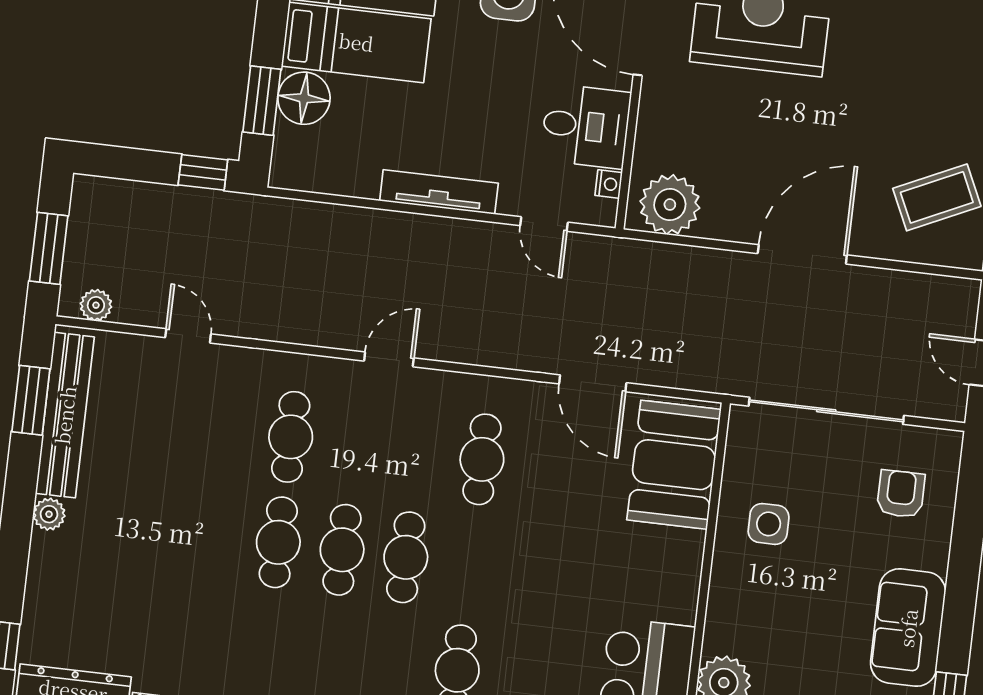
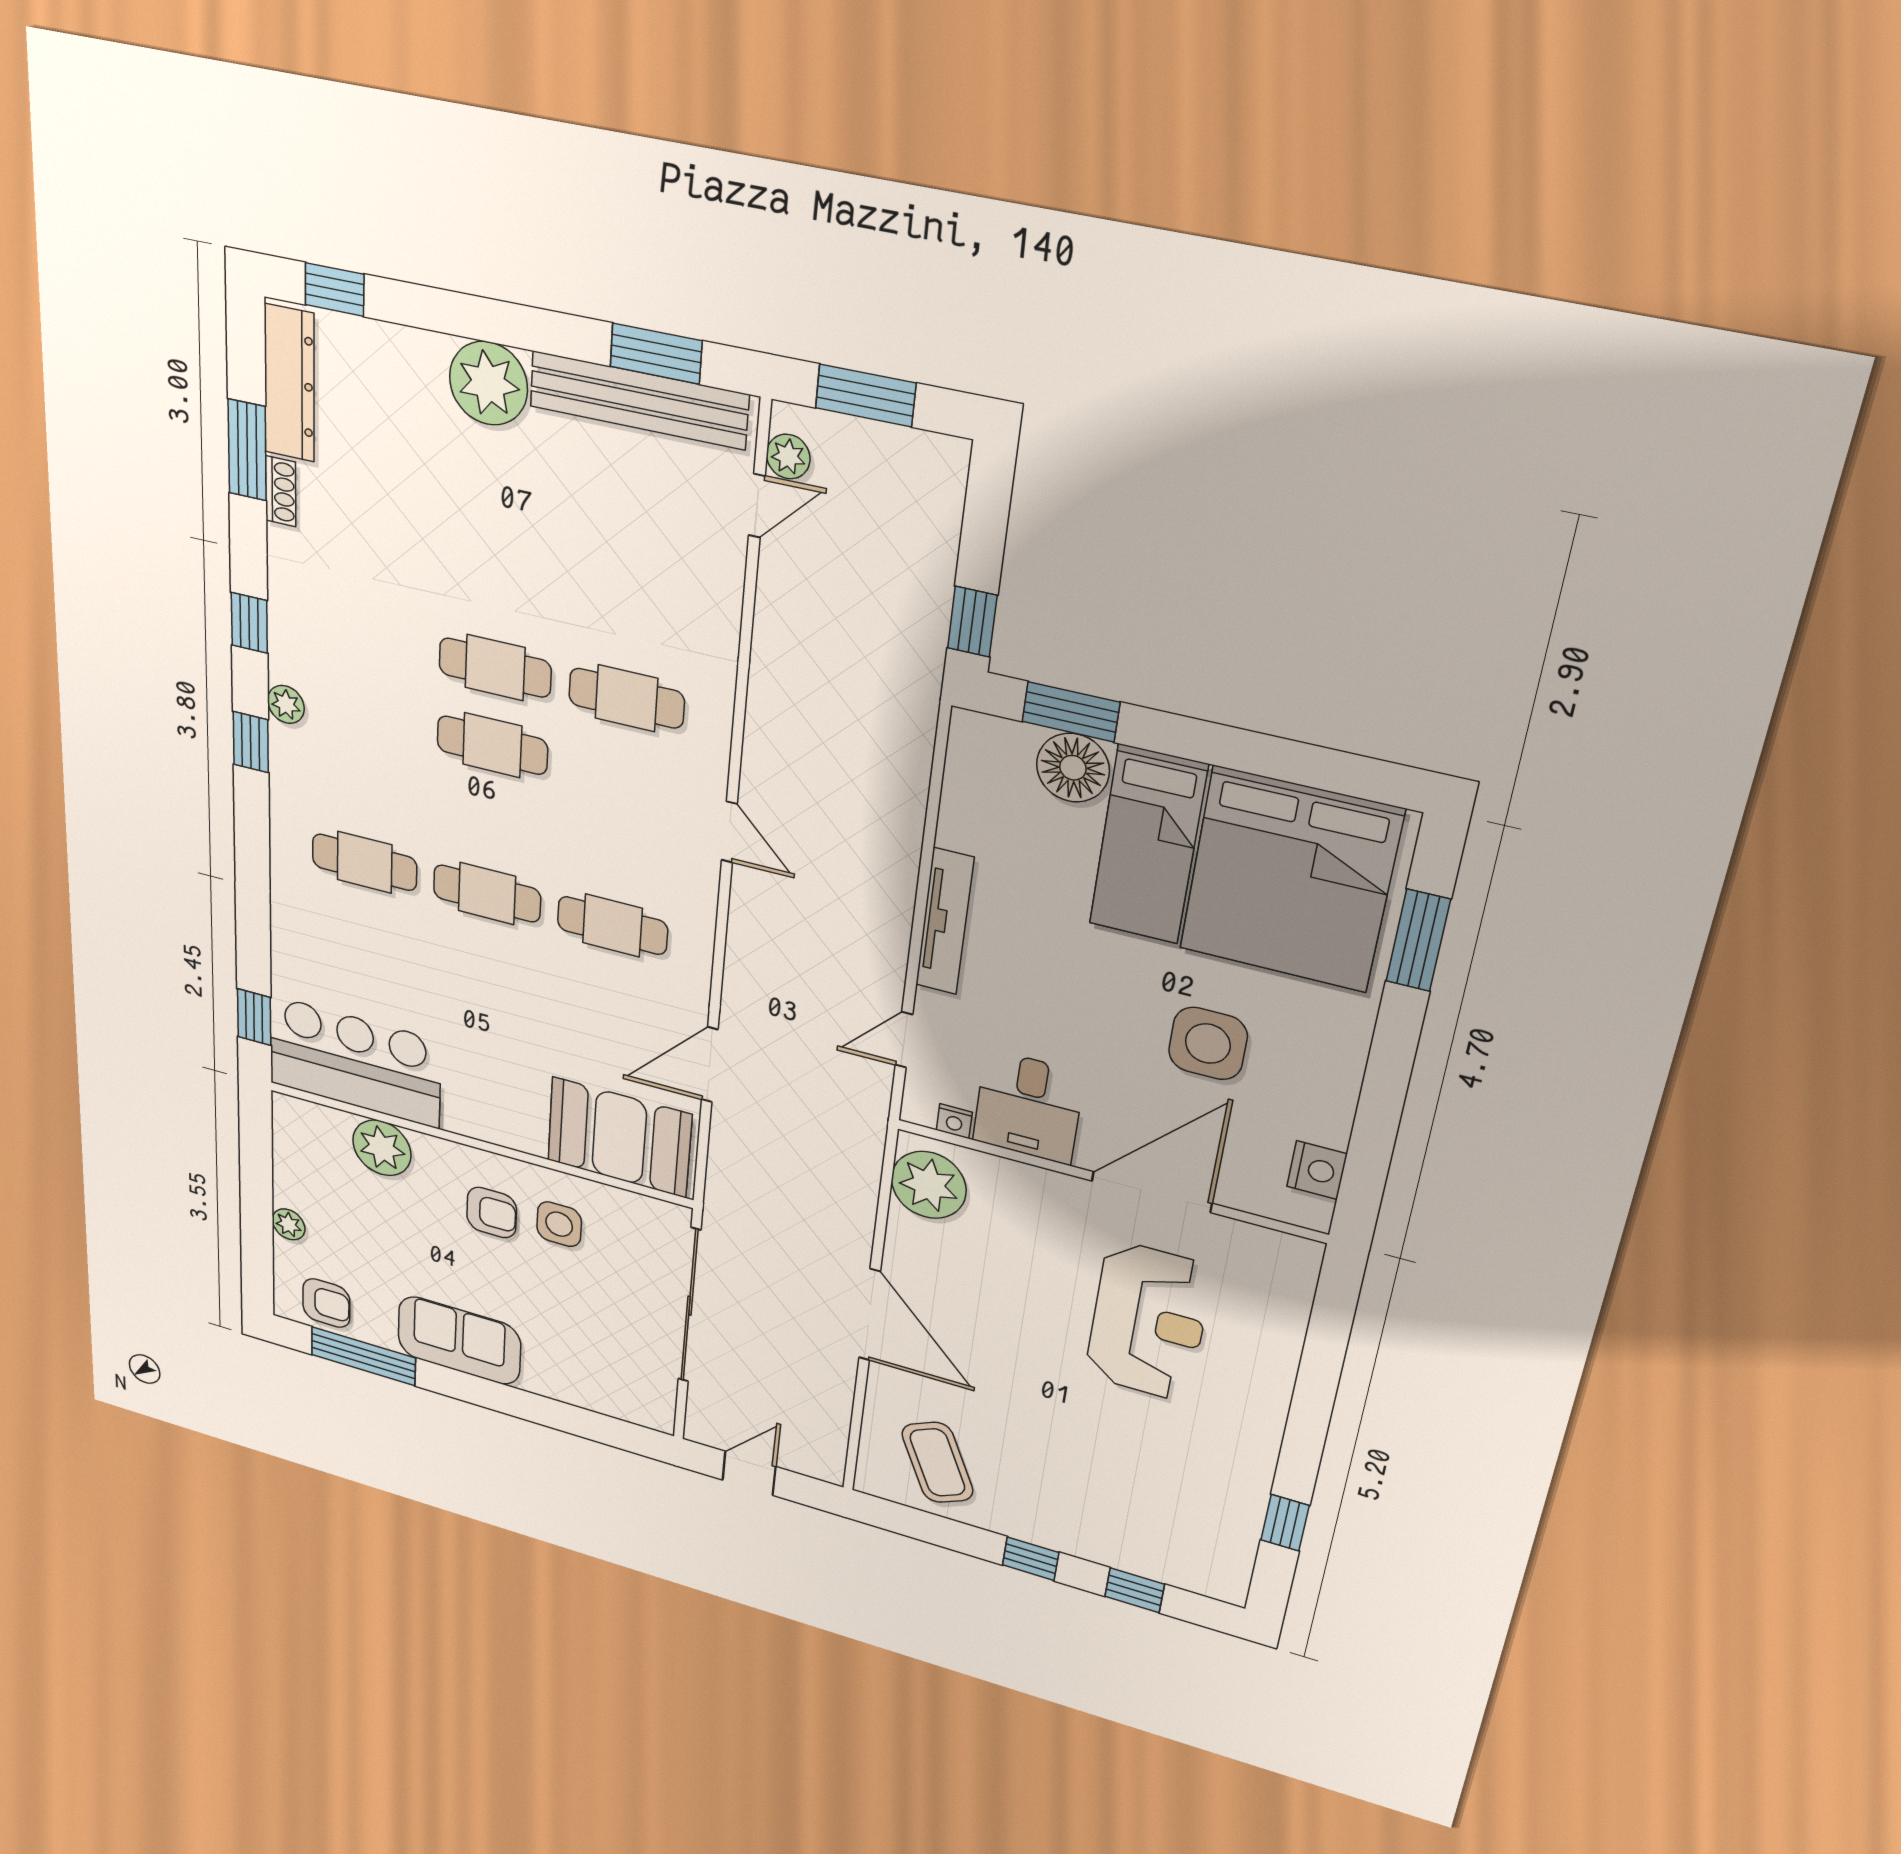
door: (188, 336) -> (757, 506), moved
armchair: (901, 494) -> (492, 1213), moved
plant: (49, 514) -> (488, 383), width x1.87, depth x1.87
cafe table: (406, 557) -> (487, 894), moved

